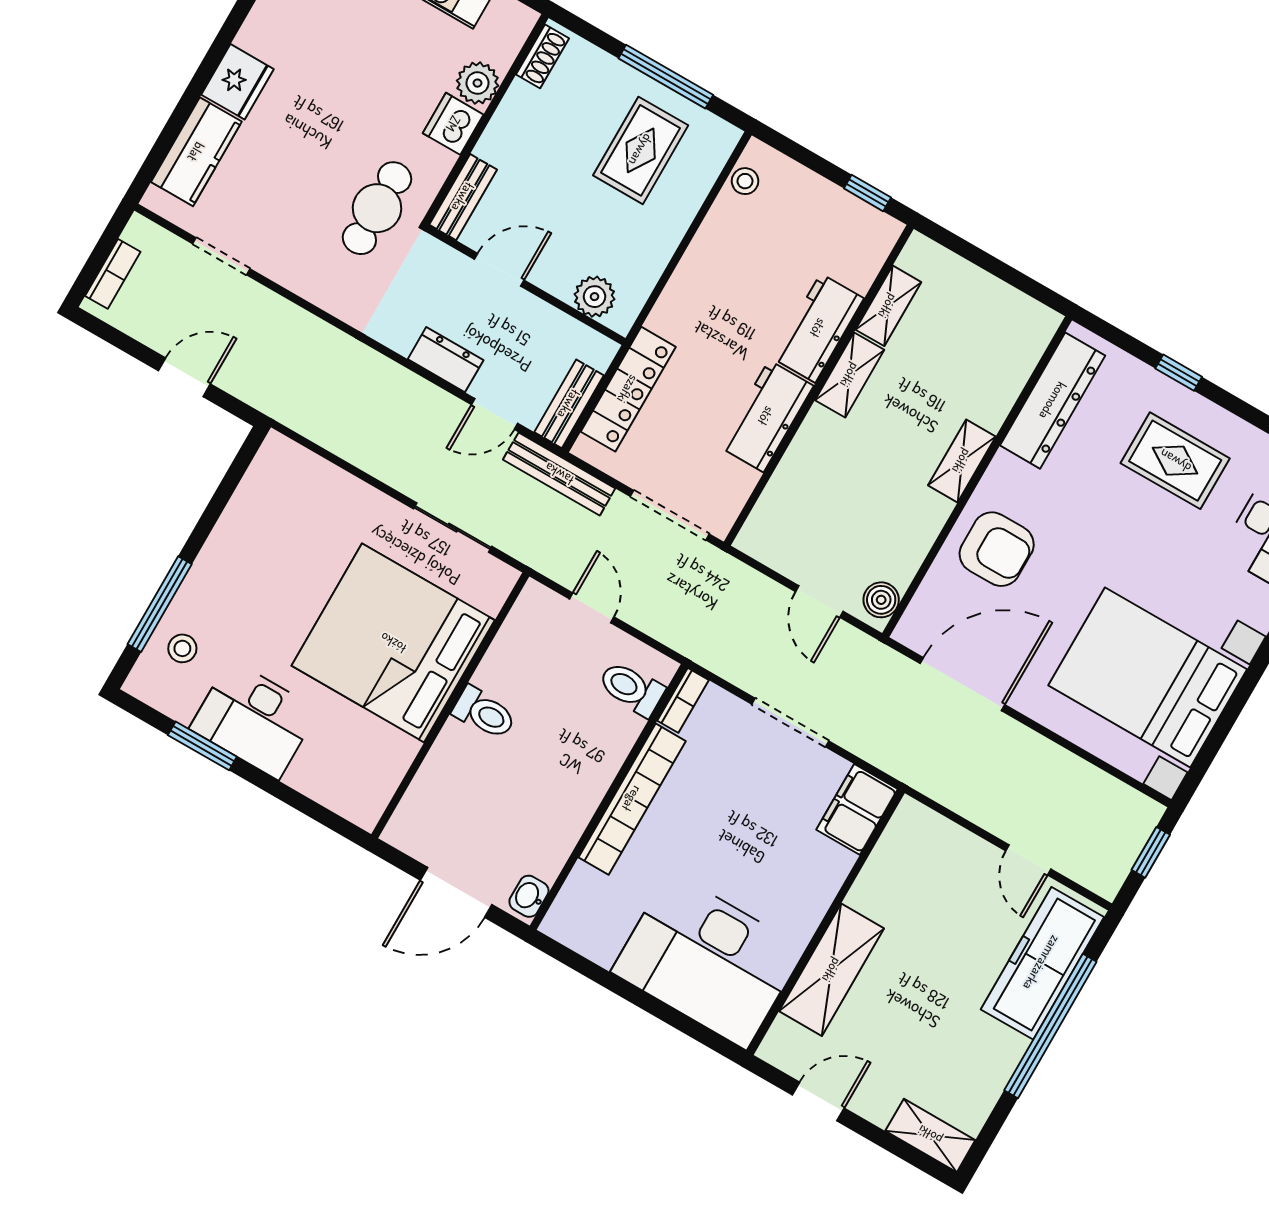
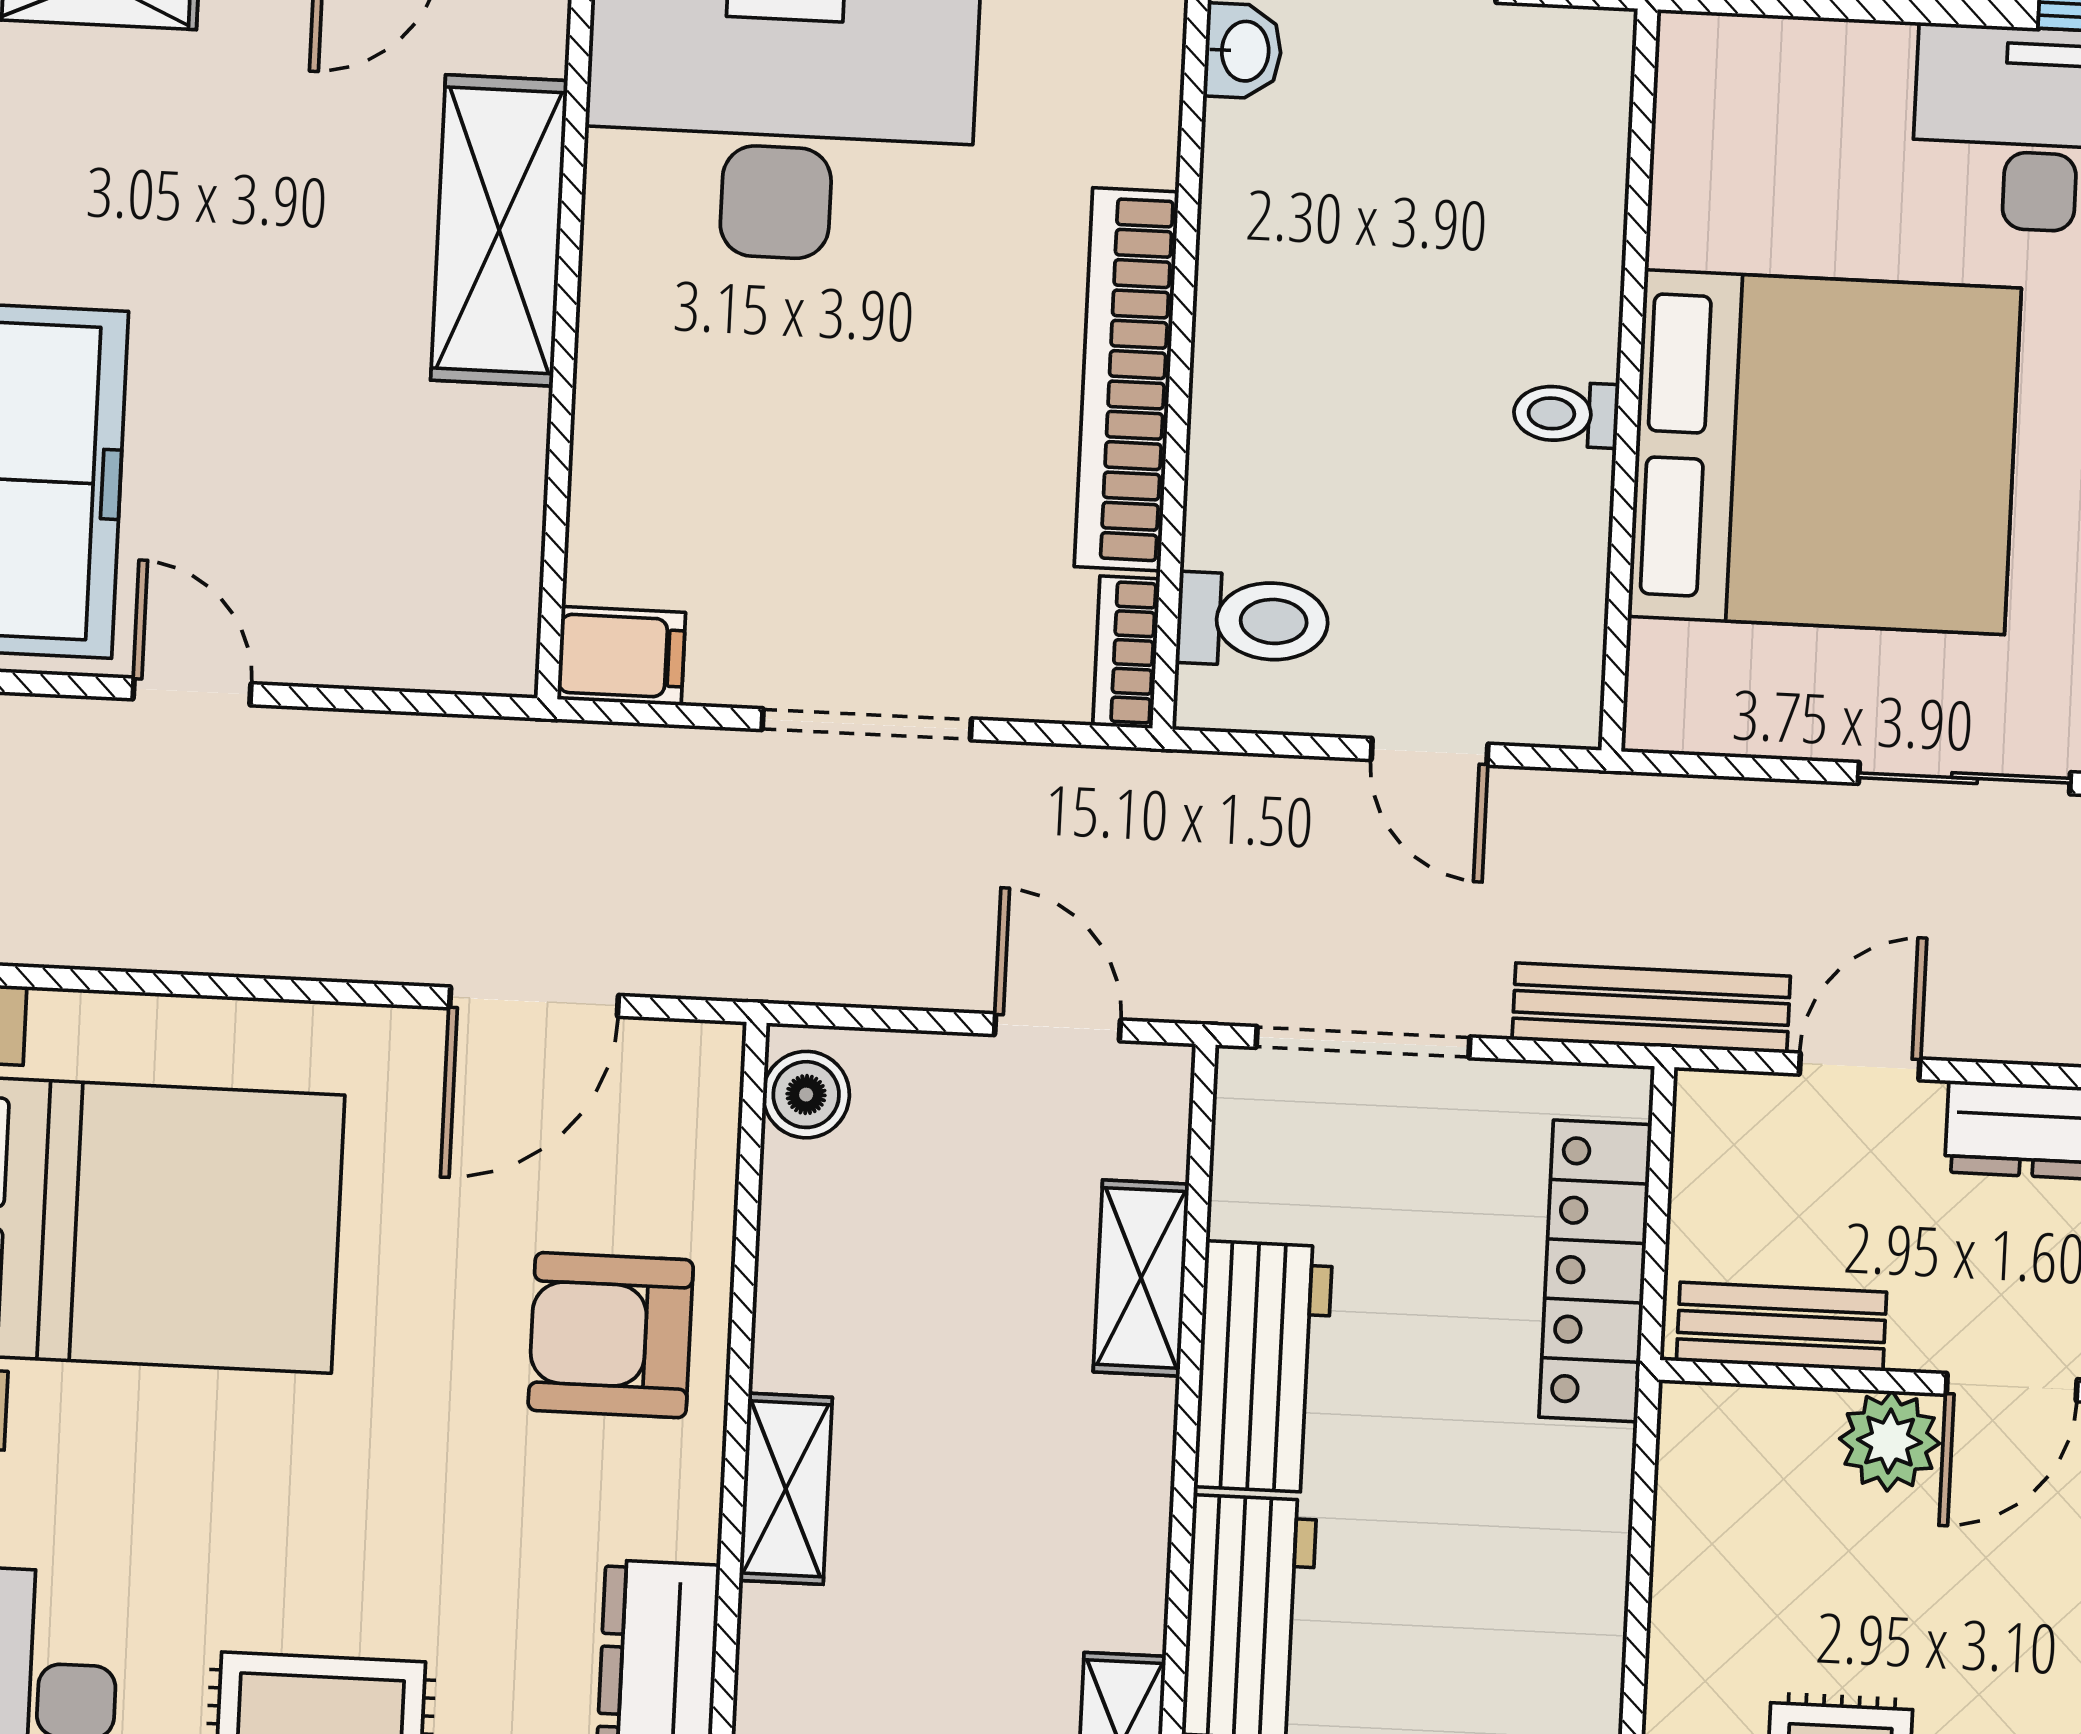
plant: (594, 297) -> (1890, 1441), moved
shelving: (850, 375) -> (1141, 1278), moved
bench: (569, 404) -> (1781, 1326), moved, turned 90
sliding door: (453, 528) -> (1964, 778), moved
door: (819, 602) -> (1057, 1027), moved
door: (962, 684) -> (534, 1002), width x0.73
toilet: (484, 713) -> (1566, 414), width x0.73, depth x0.72
filing cabinet: (857, 809) -> (621, 656), width x0.50

